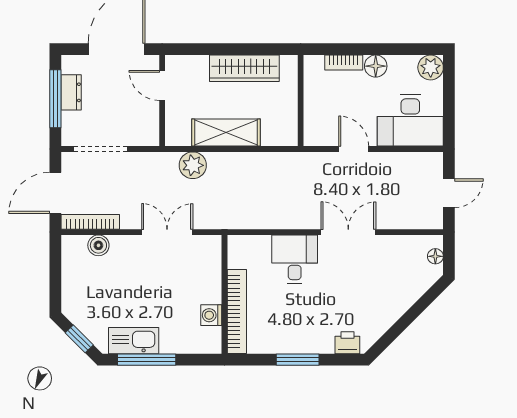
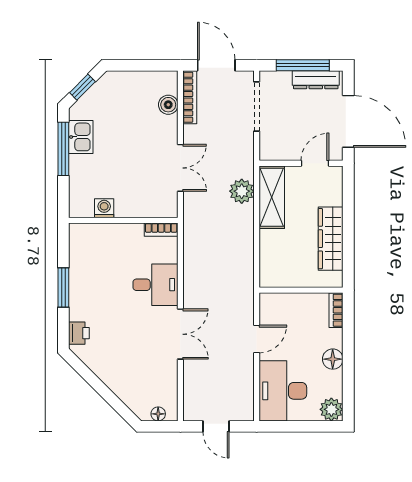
bookcase: (344, 62) -> (336, 310), moved
dresser: (71, 92) -> (316, 80), width x1.44
shelving: (226, 133) -> (272, 197), moved
bookcase: (237, 311) -> (161, 230), moved, width x0.43, depth x0.76
kitchen sink: (134, 341) -> (81, 137), width x0.73

